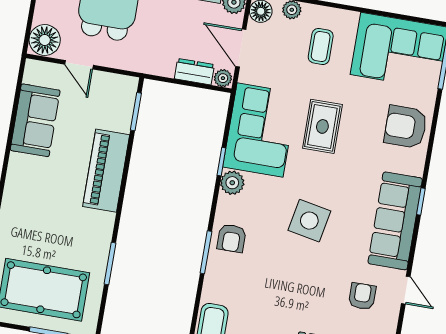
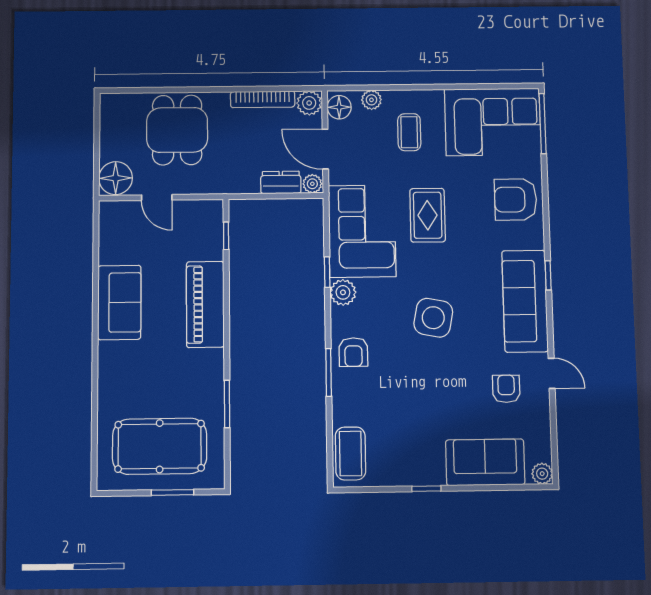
window: (136, 112) -> (226, 236), width x0.67
sofa: (35, 120) -> (119, 302), moved

